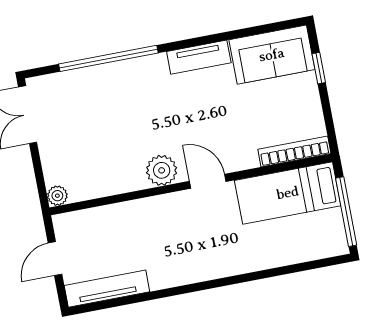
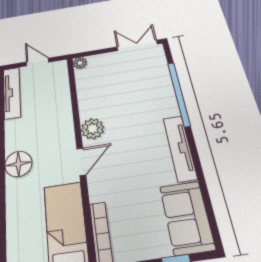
tv unit: (199, 57) -> (180, 148), width x1.41
floor lamp: (213, 262) -> (18, 164), added

